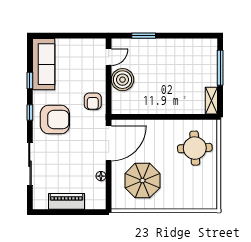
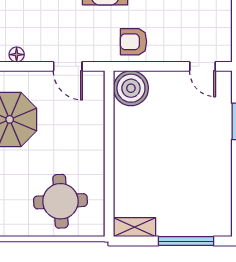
boiler: (122, 80) -> (131, 88), moved
door: (109, 143) -> (68, 66), width x0.53

